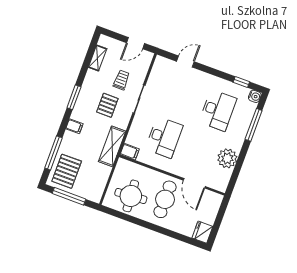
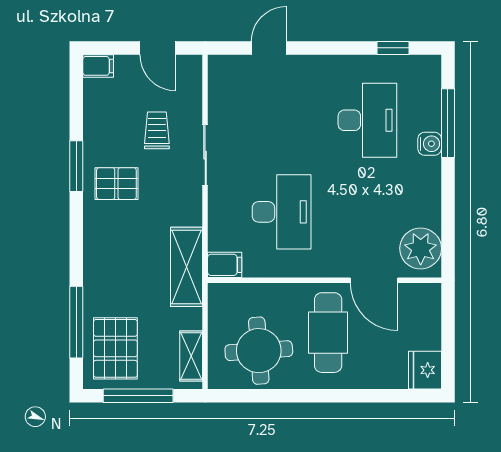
door: (136, 43) -> (158, 48), hinge flipped
shelving: (98, 58) -> (191, 356), moved
water cooler: (255, 96) -> (430, 144), moved
window: (74, 97) -> (76, 166), moved
pallet: (107, 105) -> (116, 184), moved, turned 90
filing cabinet: (74, 126) -> (98, 66), moved
plant: (227, 158) -> (421, 249), moved

